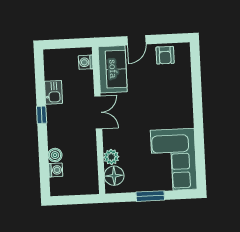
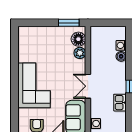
corner sofa: (174, 160) -> (34, 85), moved
window: (150, 196) -> (69, 23), moved

